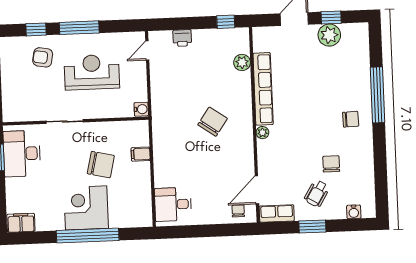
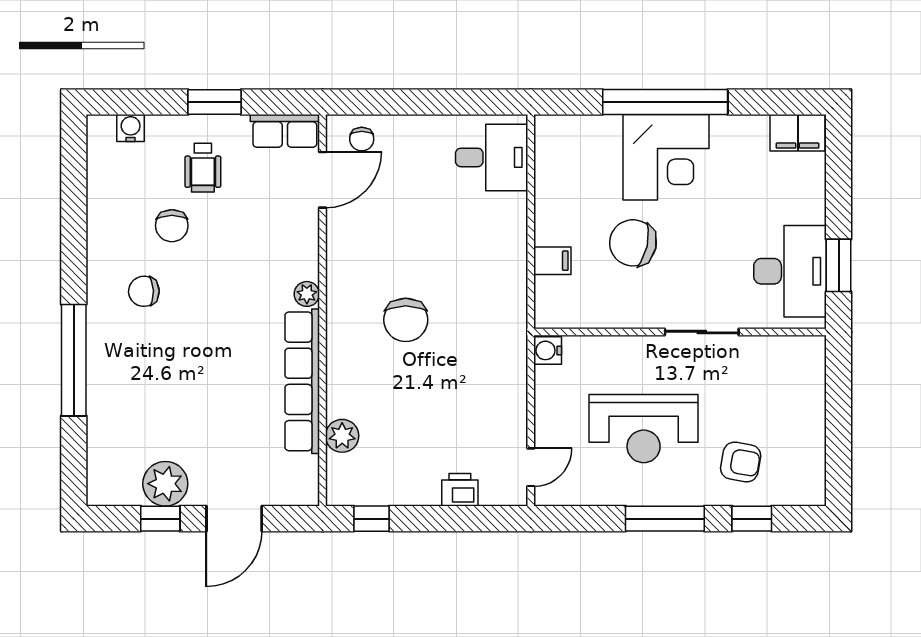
chair: (351, 119) -> (144, 291), moved
chair: (213, 122) -> (406, 320), turned -35
wheelchair: (317, 193) -> (203, 168), turned 149

